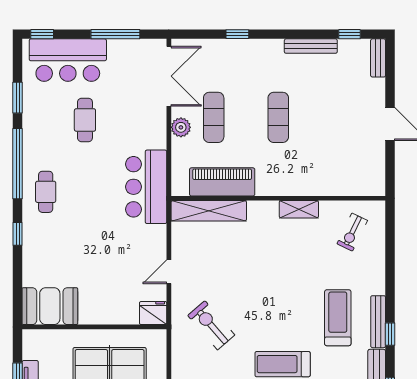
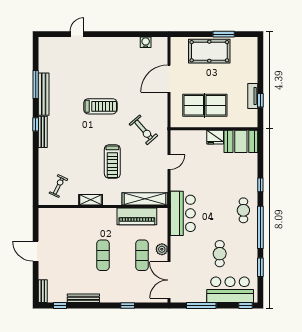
fridge: (153, 313) -> (215, 137), moved
treadmill: (338, 318) -> (112, 161), moved

